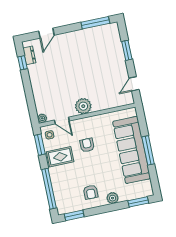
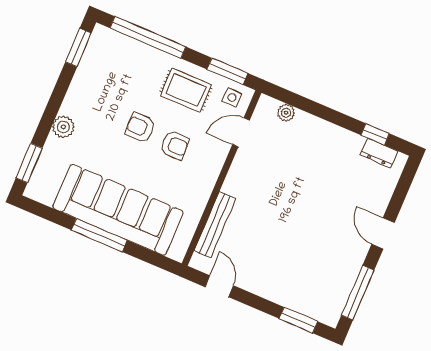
door: (46, 33) -> (383, 233), moved
window: (127, 50) -> (298, 320), moved
bench: (109, 104) -> (215, 225), added
plant: (83, 106) -> (240, 182), removed
plant: (42, 118) -> (286, 113), moved
rug: (60, 157) -> (186, 90), turned 90
armchair: (91, 192) -> (140, 127), moved

